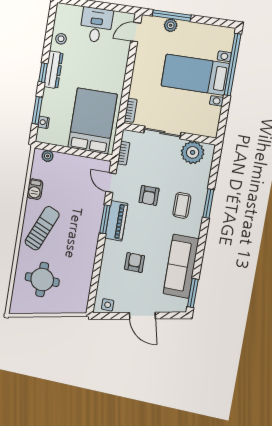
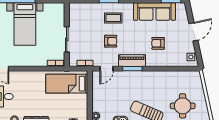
bed: (93, 121) -> (67, 84), width x0.67
plant: (193, 152) -> (77, 17), removed

